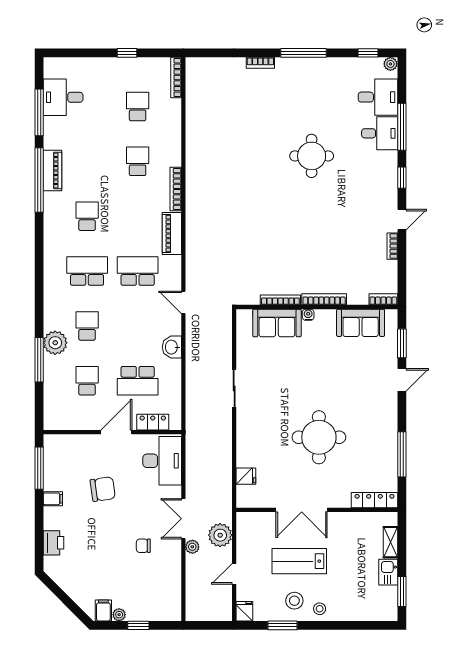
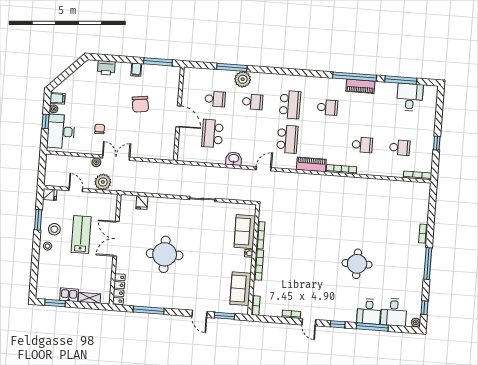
locker: (153, 422) -> (184, 142), removed
desk: (162, 461) -> (61, 131), moved, turned 90

